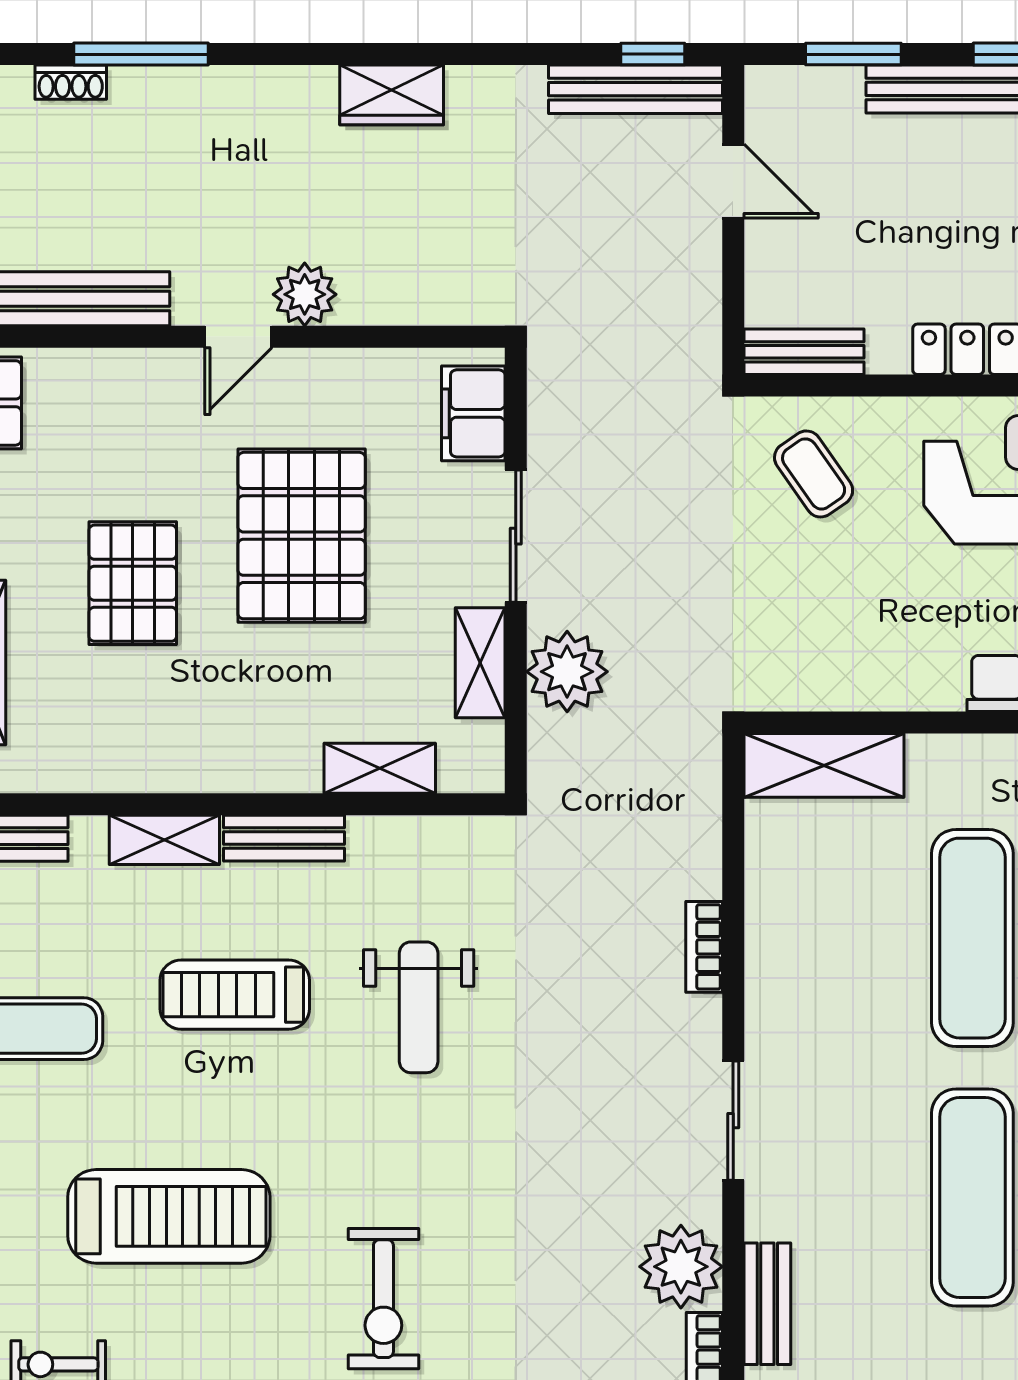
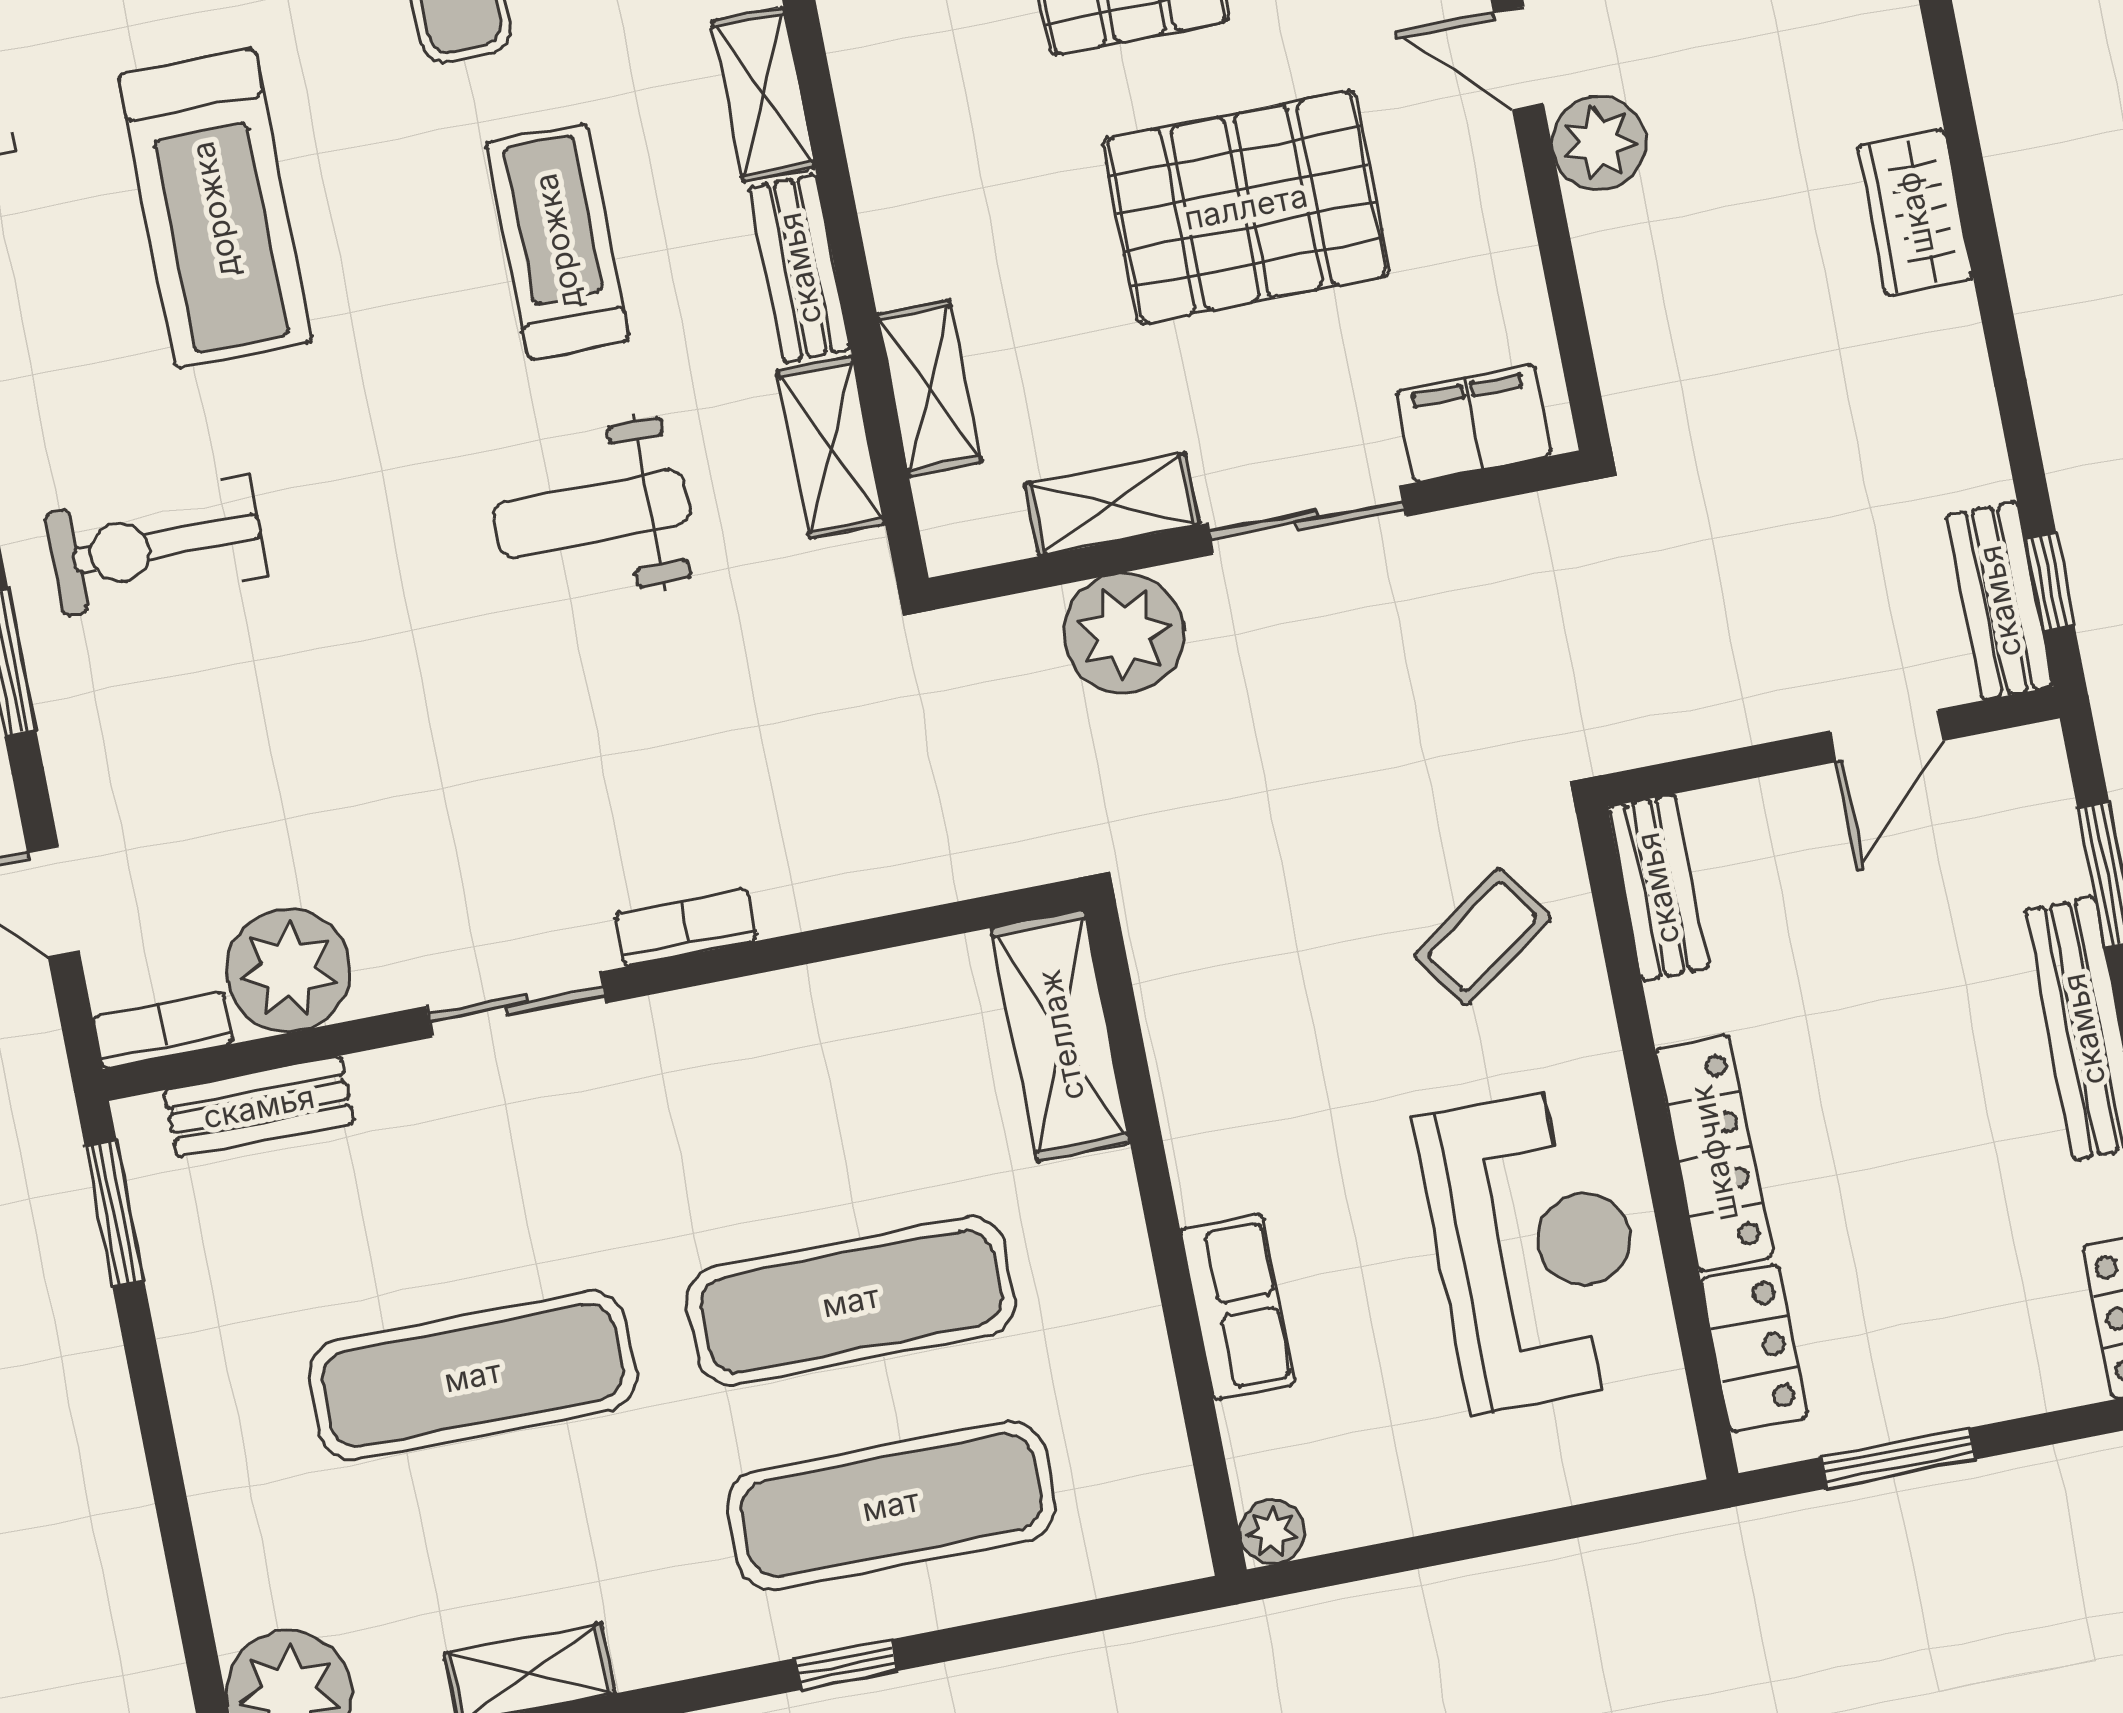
bench: (636, 89) -> (2000, 601), width x0.73
shelving: (406, 841) -> (831, 447), added
bookcase: (704, 947) -> (686, 927), moved

